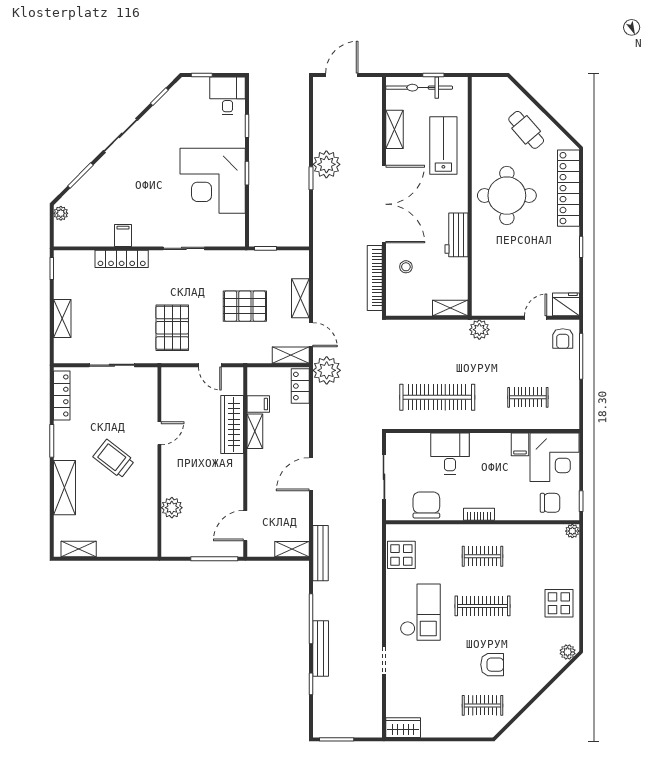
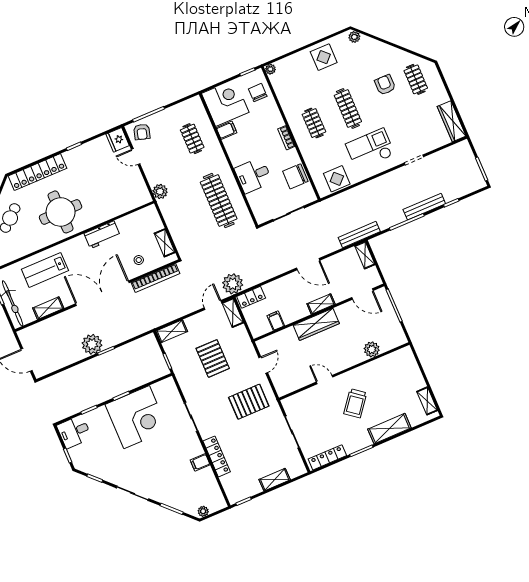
shelving: (300, 298) -> (172, 331), moved
shelving: (450, 308) -> (165, 243), moved
armchair: (563, 339) -> (142, 132), turned 106
wardrobe: (232, 424) -> (316, 324), moved
shelving: (255, 431) -> (321, 304), moved
wardrobe: (403, 728) -> (452, 121), width x1.50

